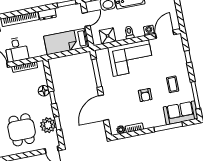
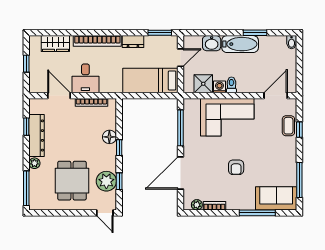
washing machine: (149, 30) -> (219, 87), moved
coffee table: (173, 84) -> (288, 126), moved

